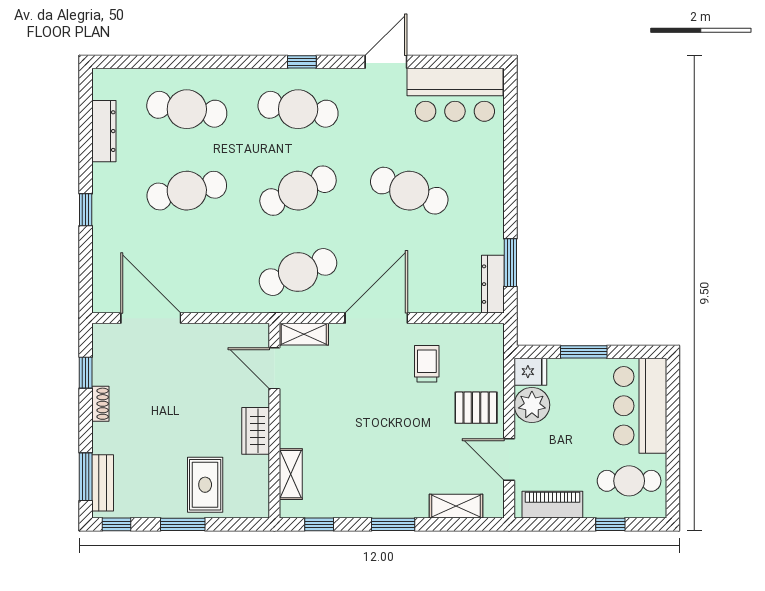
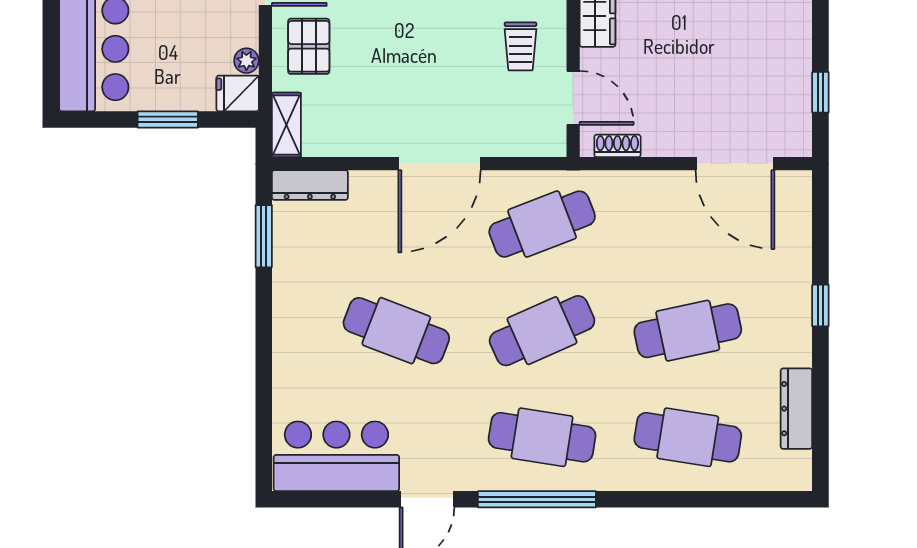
window: (302, 62) -> (537, 499), width x3.17
dresser: (493, 284) -> (310, 185), moved, turned 90
shelving: (304, 334) -> (286, 125), moved, turned 90
trolley: (427, 364) -> (520, 46), moved
shoe rack: (100, 404) -> (617, 146), moved, turned 90
plant: (532, 405) -> (246, 61), width x0.53, depth x0.53
pallet: (476, 408) -> (309, 46), turned 90

